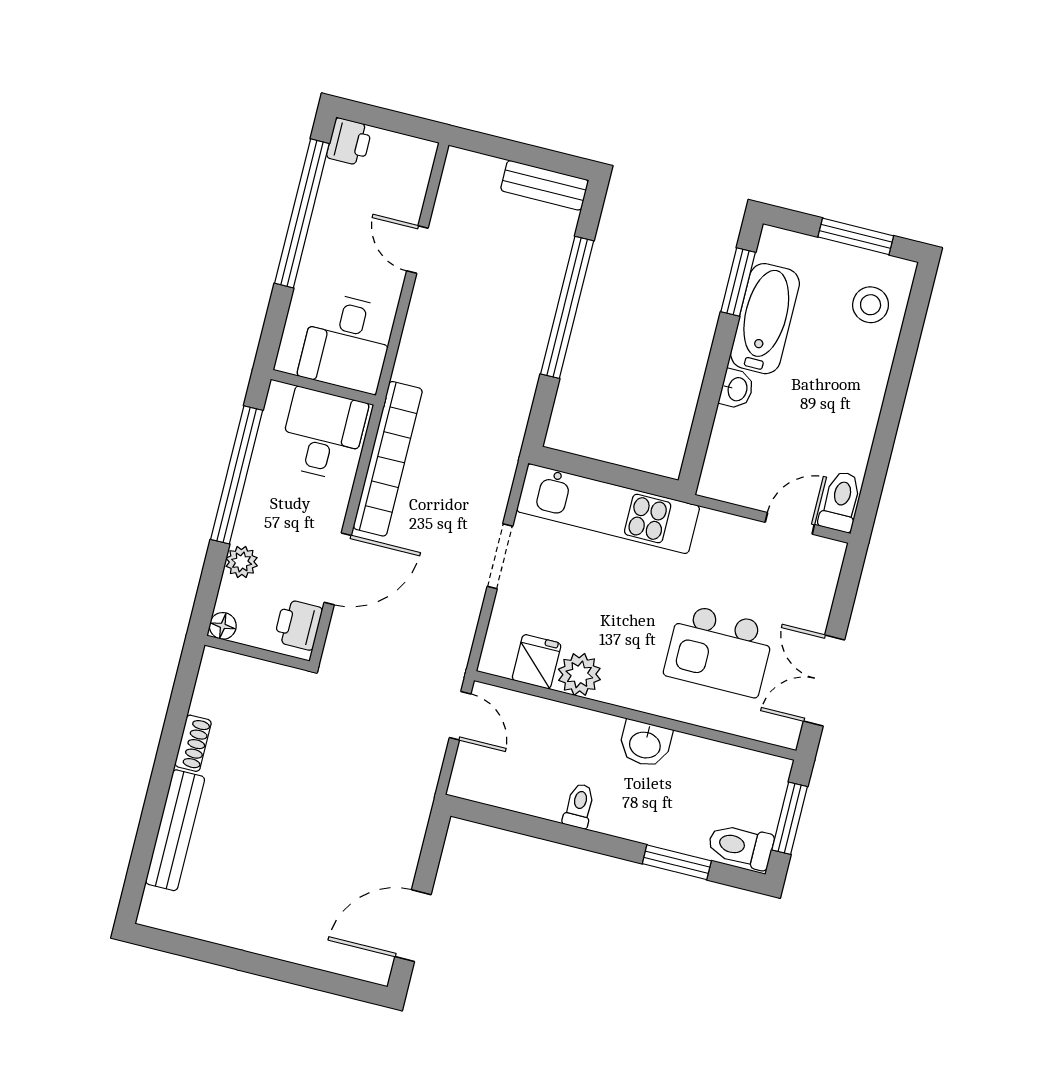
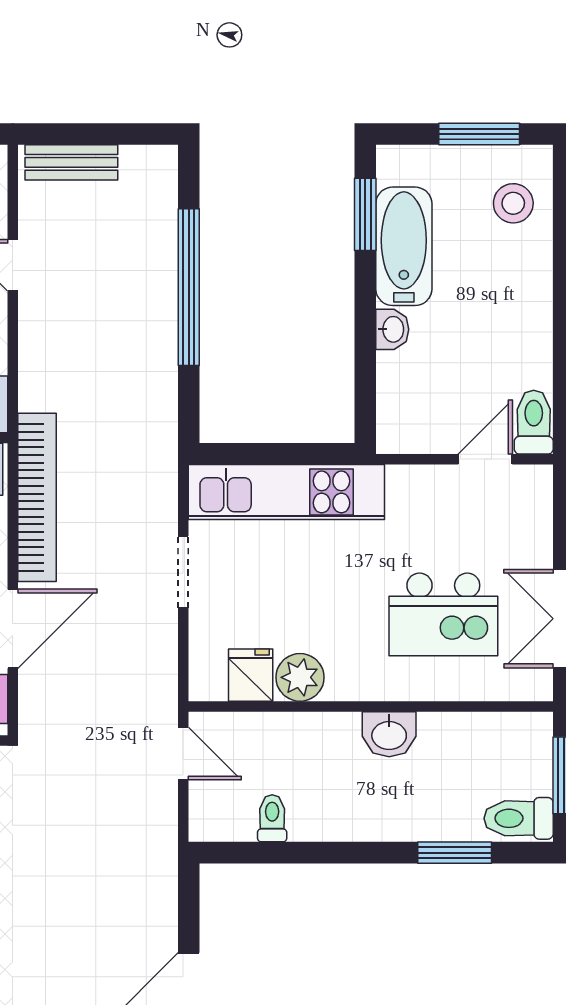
bench: (544, 185) -> (71, 162), moved
toilet: (579, 806) -> (272, 818), moved

